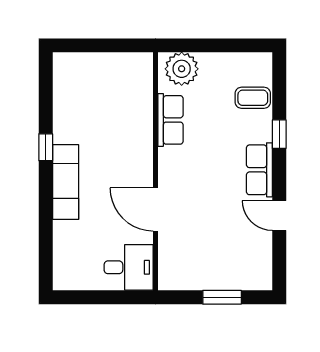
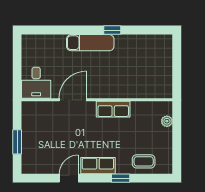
plant: (182, 69) -> (167, 121), width x0.53, depth x0.53
coffee table: (253, 98) -> (144, 161), turned 90
row of seats: (170, 120) -> (113, 109), moved

